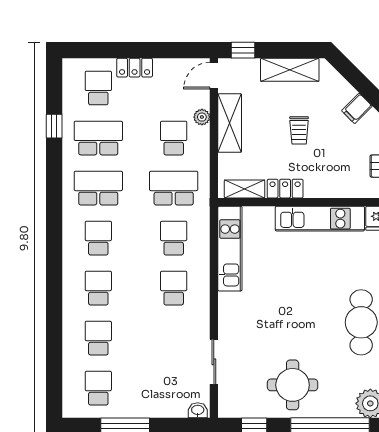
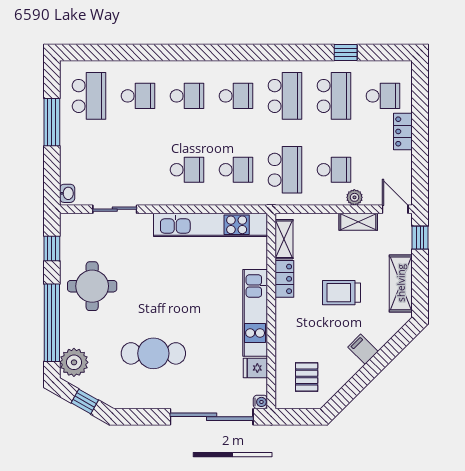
shelving: (230, 123) -> (358, 222), width x0.67, depth x0.75
trolley: (299, 130) -> (341, 293), width x1.36, depth x1.39
kitchen unit: (230, 249) -> (210, 225), width x1.36
school desk: (98, 388) -> (89, 96), width x1.85

